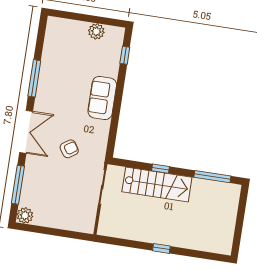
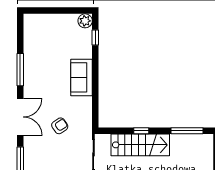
plant: (96, 31) -> (85, 21), moved

